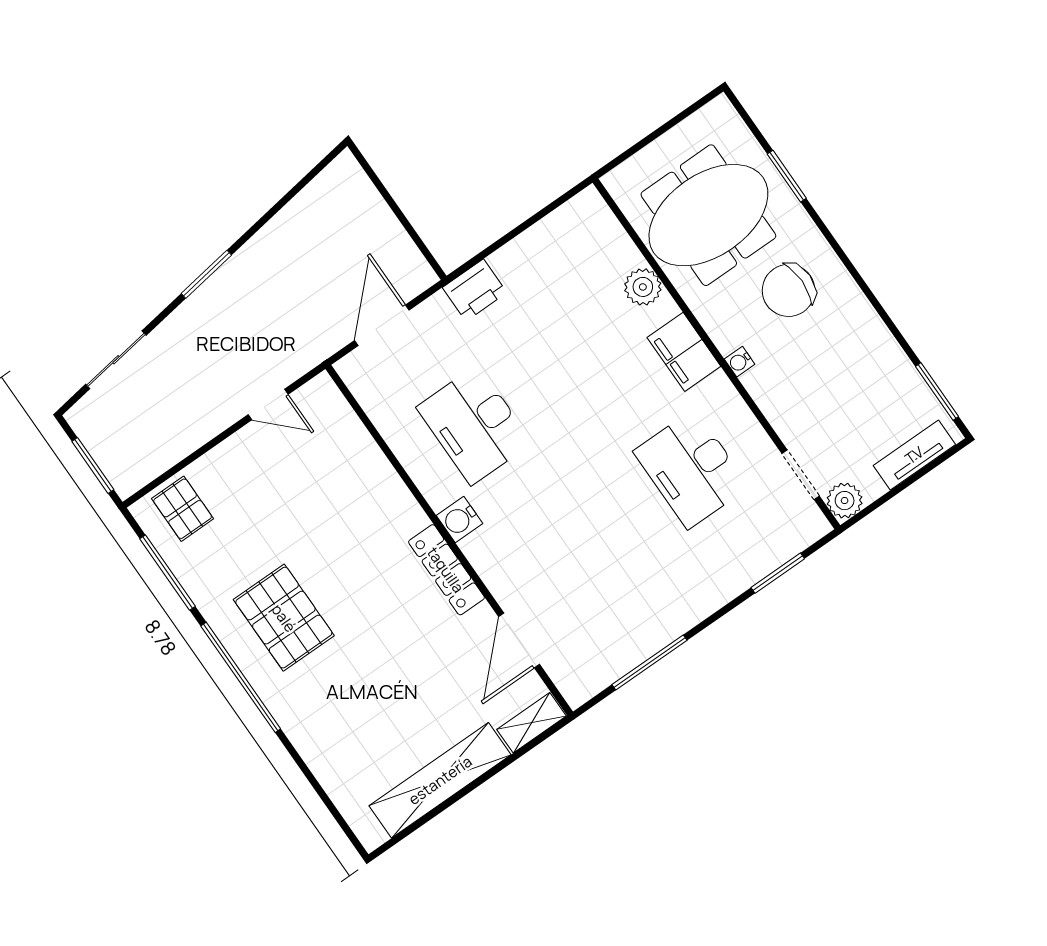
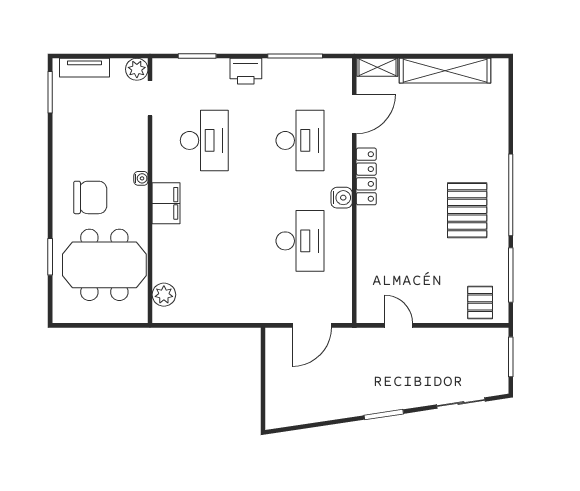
plant: (643, 287) -> (164, 295), moved
printer: (475, 290) -> (246, 71), moved, turned 180
desk: (566, 556) -> (300, 140), added

